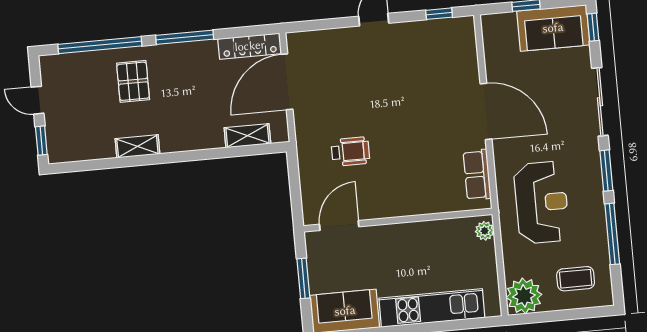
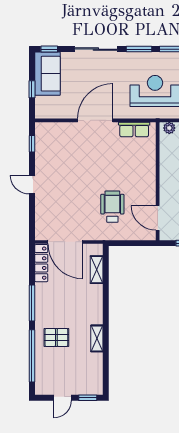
wheelchair: (350, 151) -> (112, 207), width x1.36, depth x1.37

